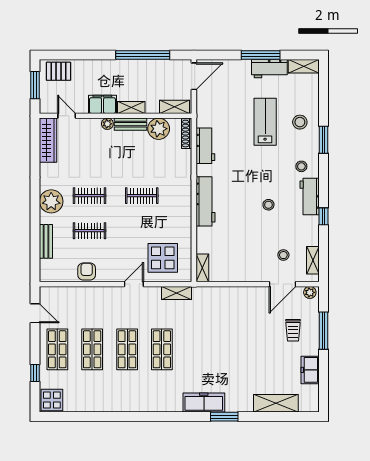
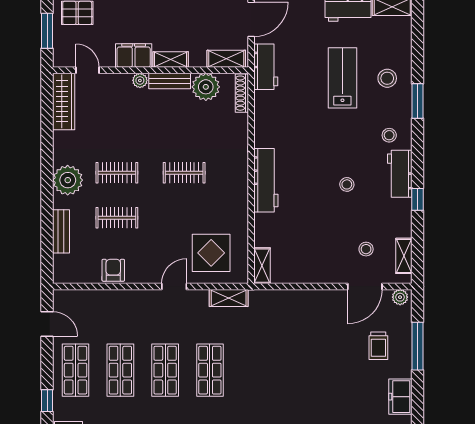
workbench: (205, 146) -> (266, 67), moved

